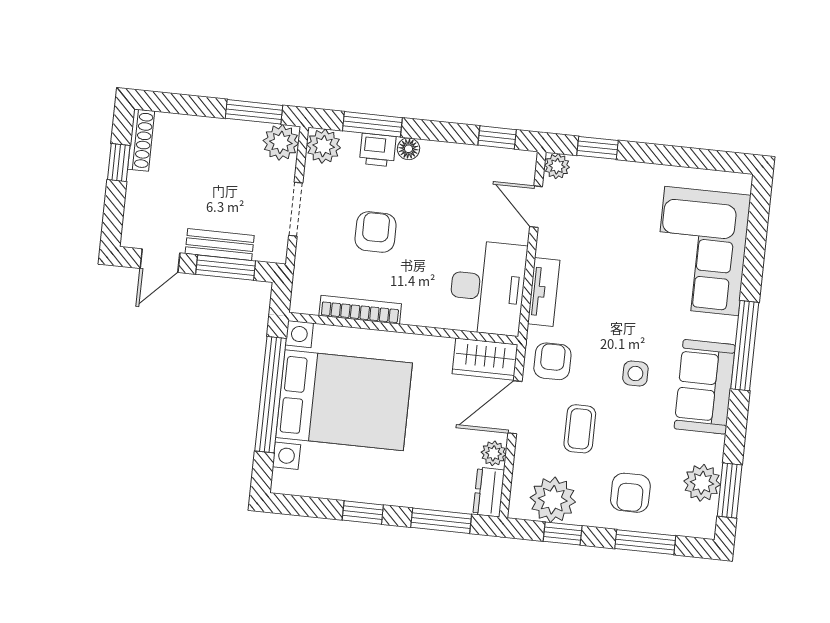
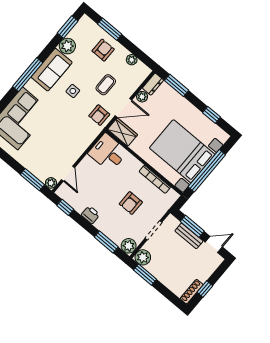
window: (597, 148) -> (32, 180), width x1.50
floor lamp: (409, 149) -> (99, 225), removed
printer: (378, 150) -> (91, 215), moved
desk: (488, 288) -> (108, 153), width x0.73
tv unit: (544, 292) -> (86, 142), removed
plant: (702, 483) -> (67, 46), moved
plant: (553, 500) -> (132, 60), width x0.53, depth x0.53
window: (363, 512) -> (212, 115), moved
window: (563, 533) -> (137, 52), removed

